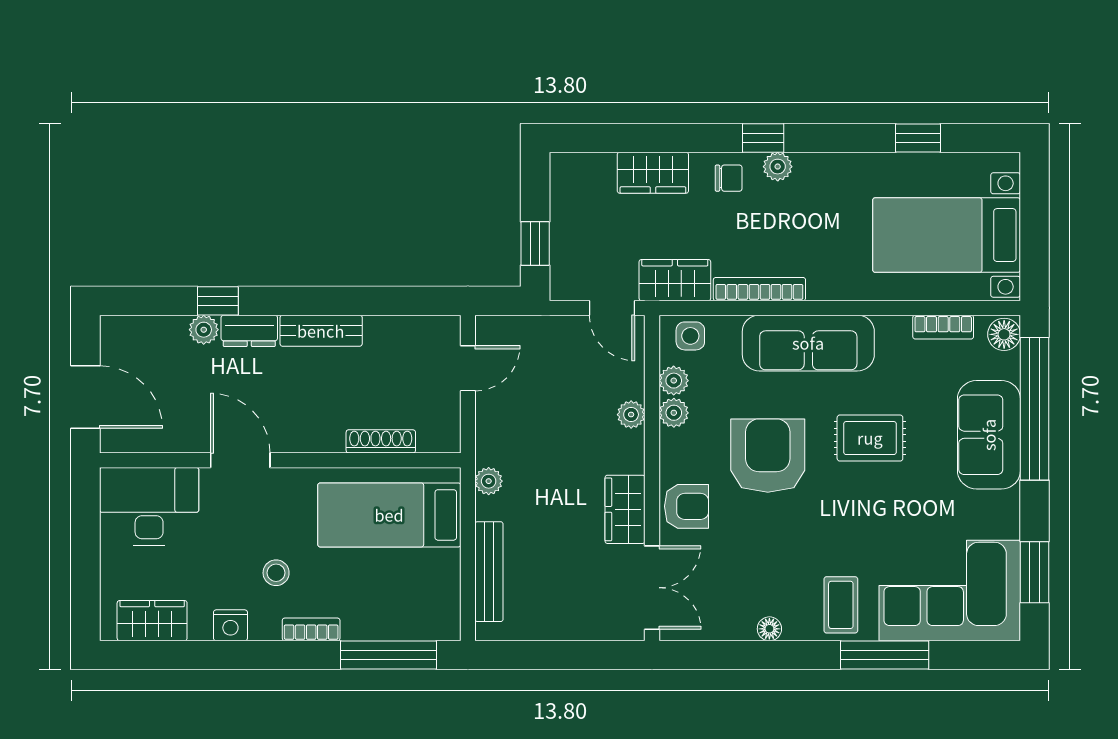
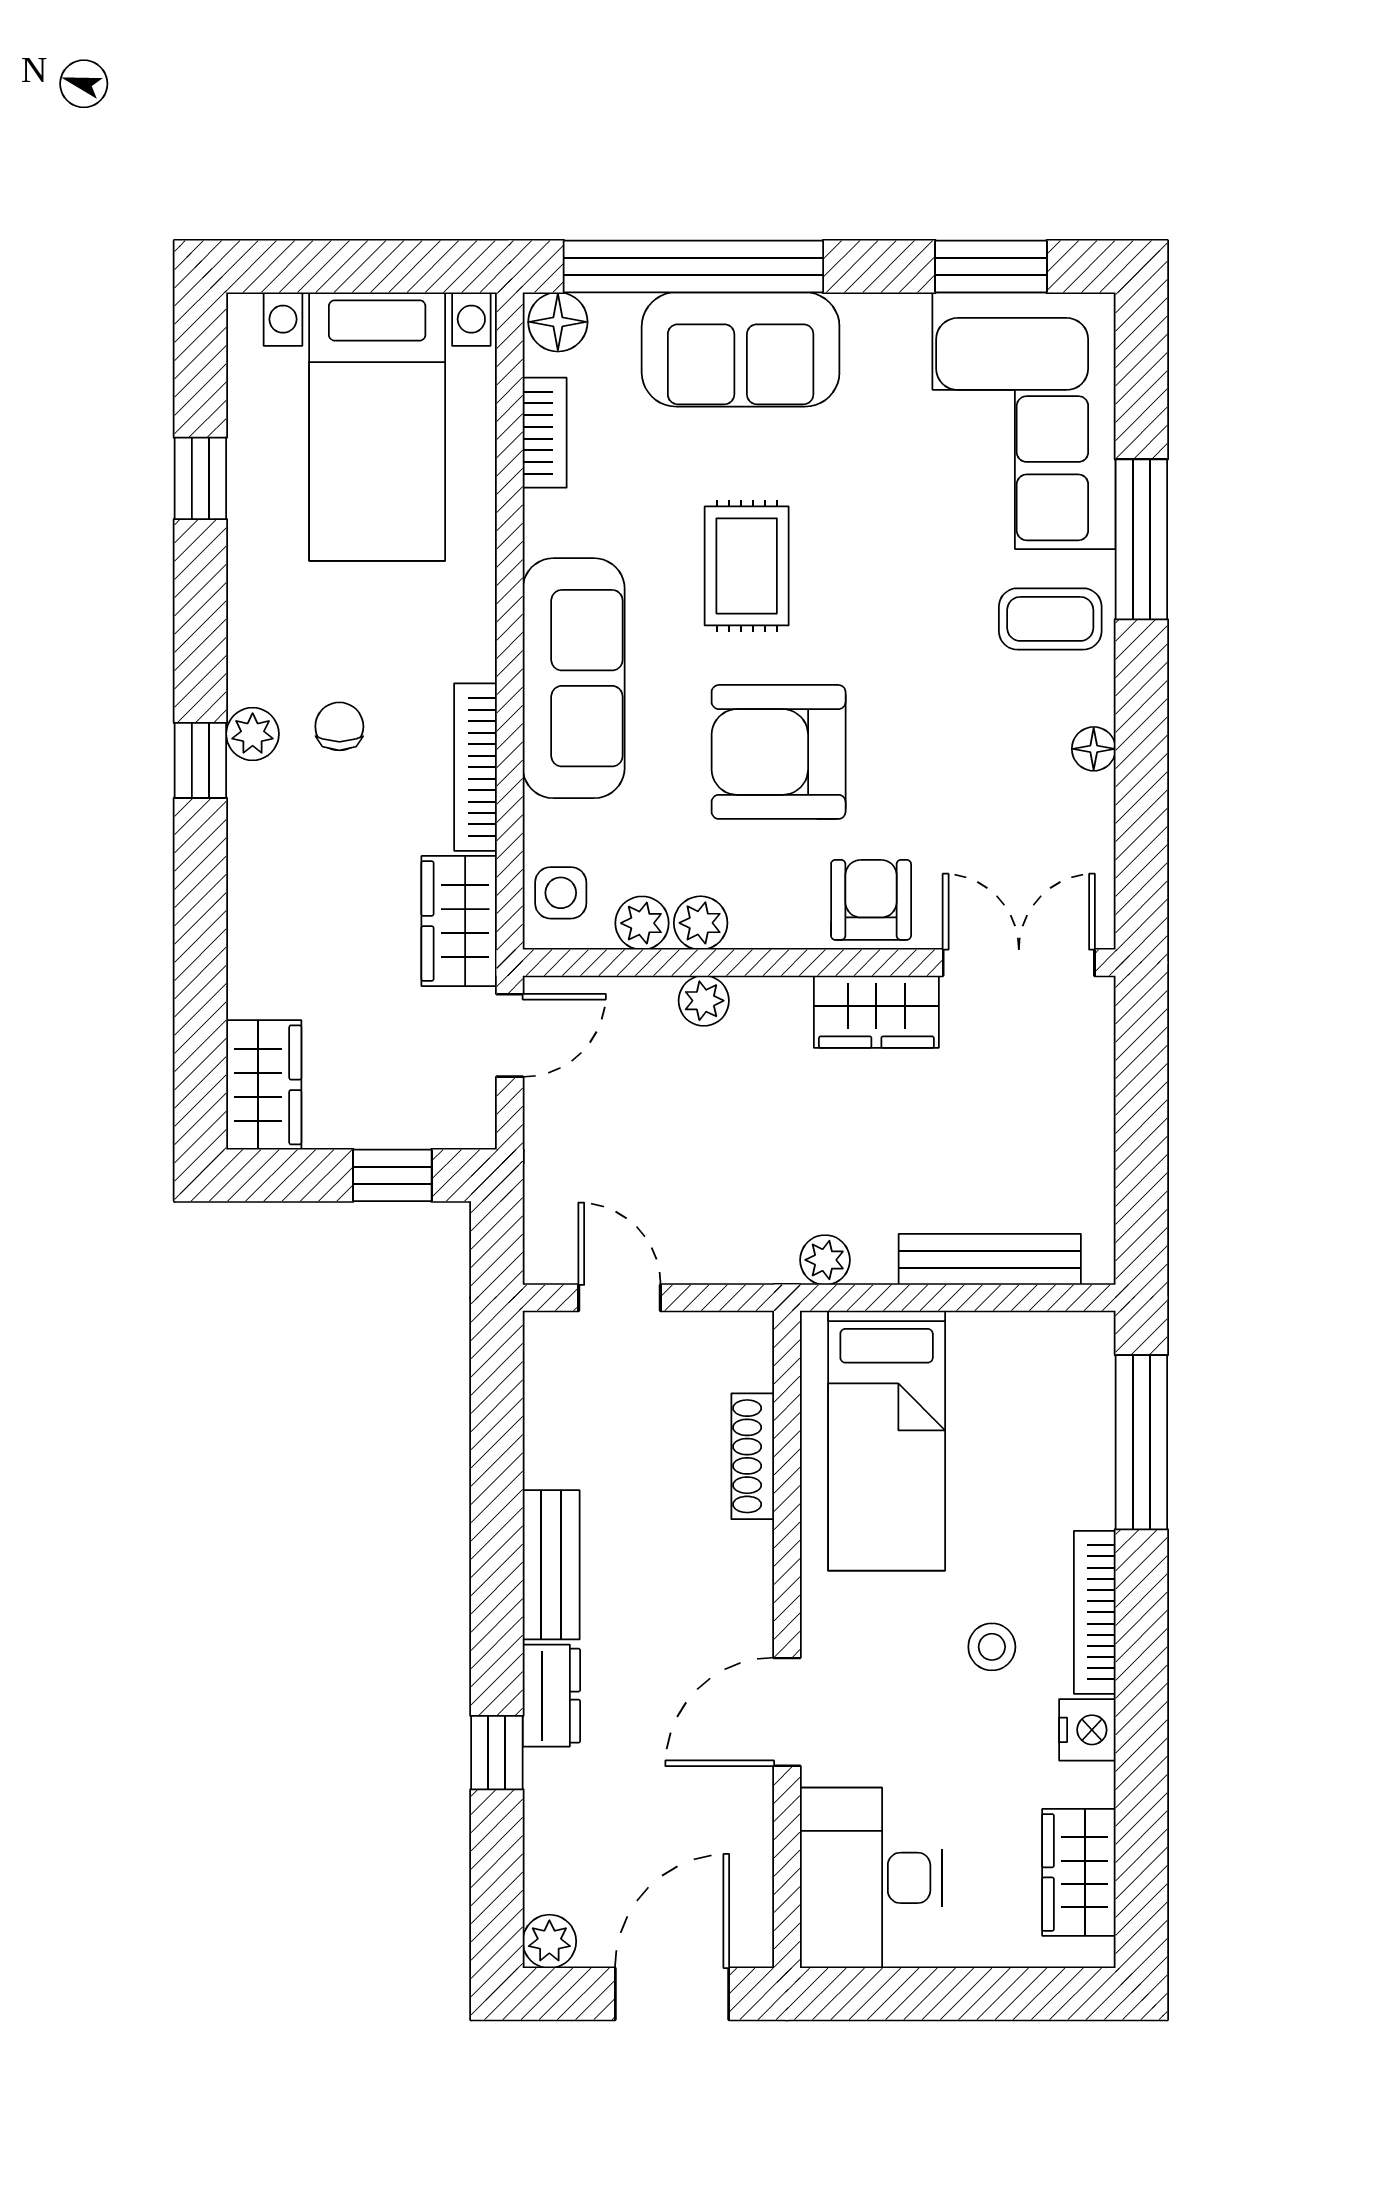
wardrobe: (653, 173) -> (264, 1085), moved
chair: (729, 178) -> (339, 726), moved
plant: (204, 330) -> (549, 1941), moved
bookcase: (311, 629) -> (1095, 1612), width x1.56

